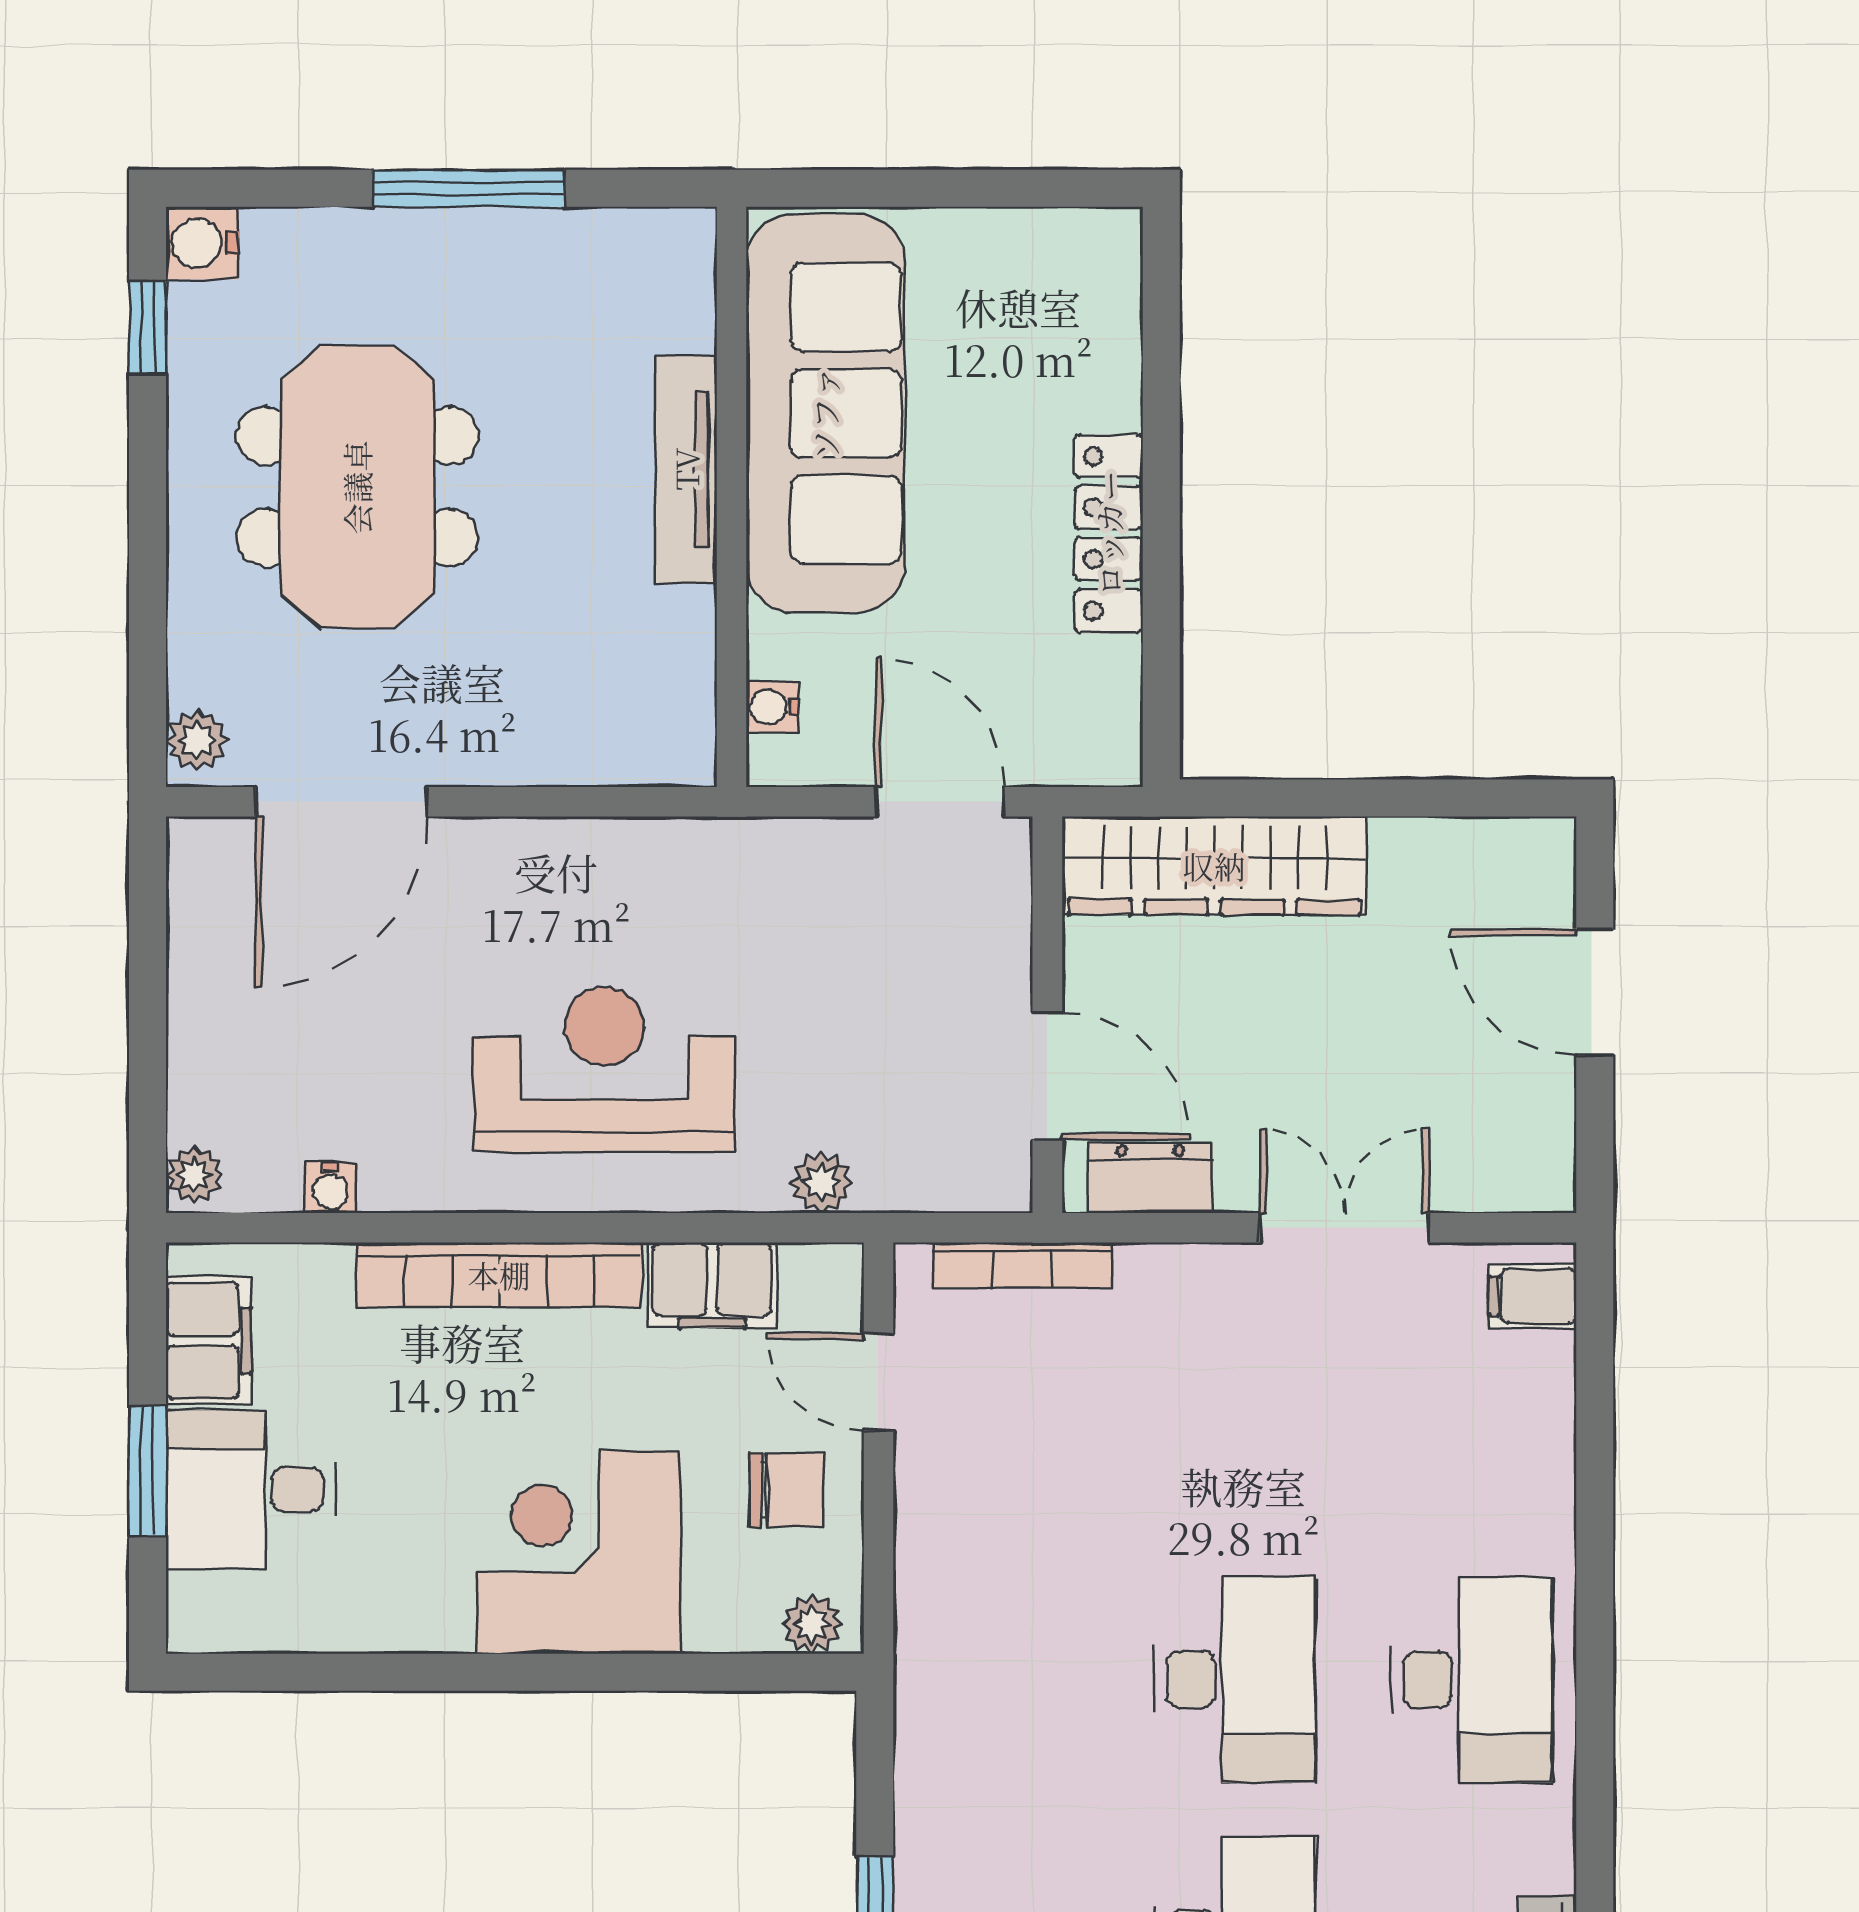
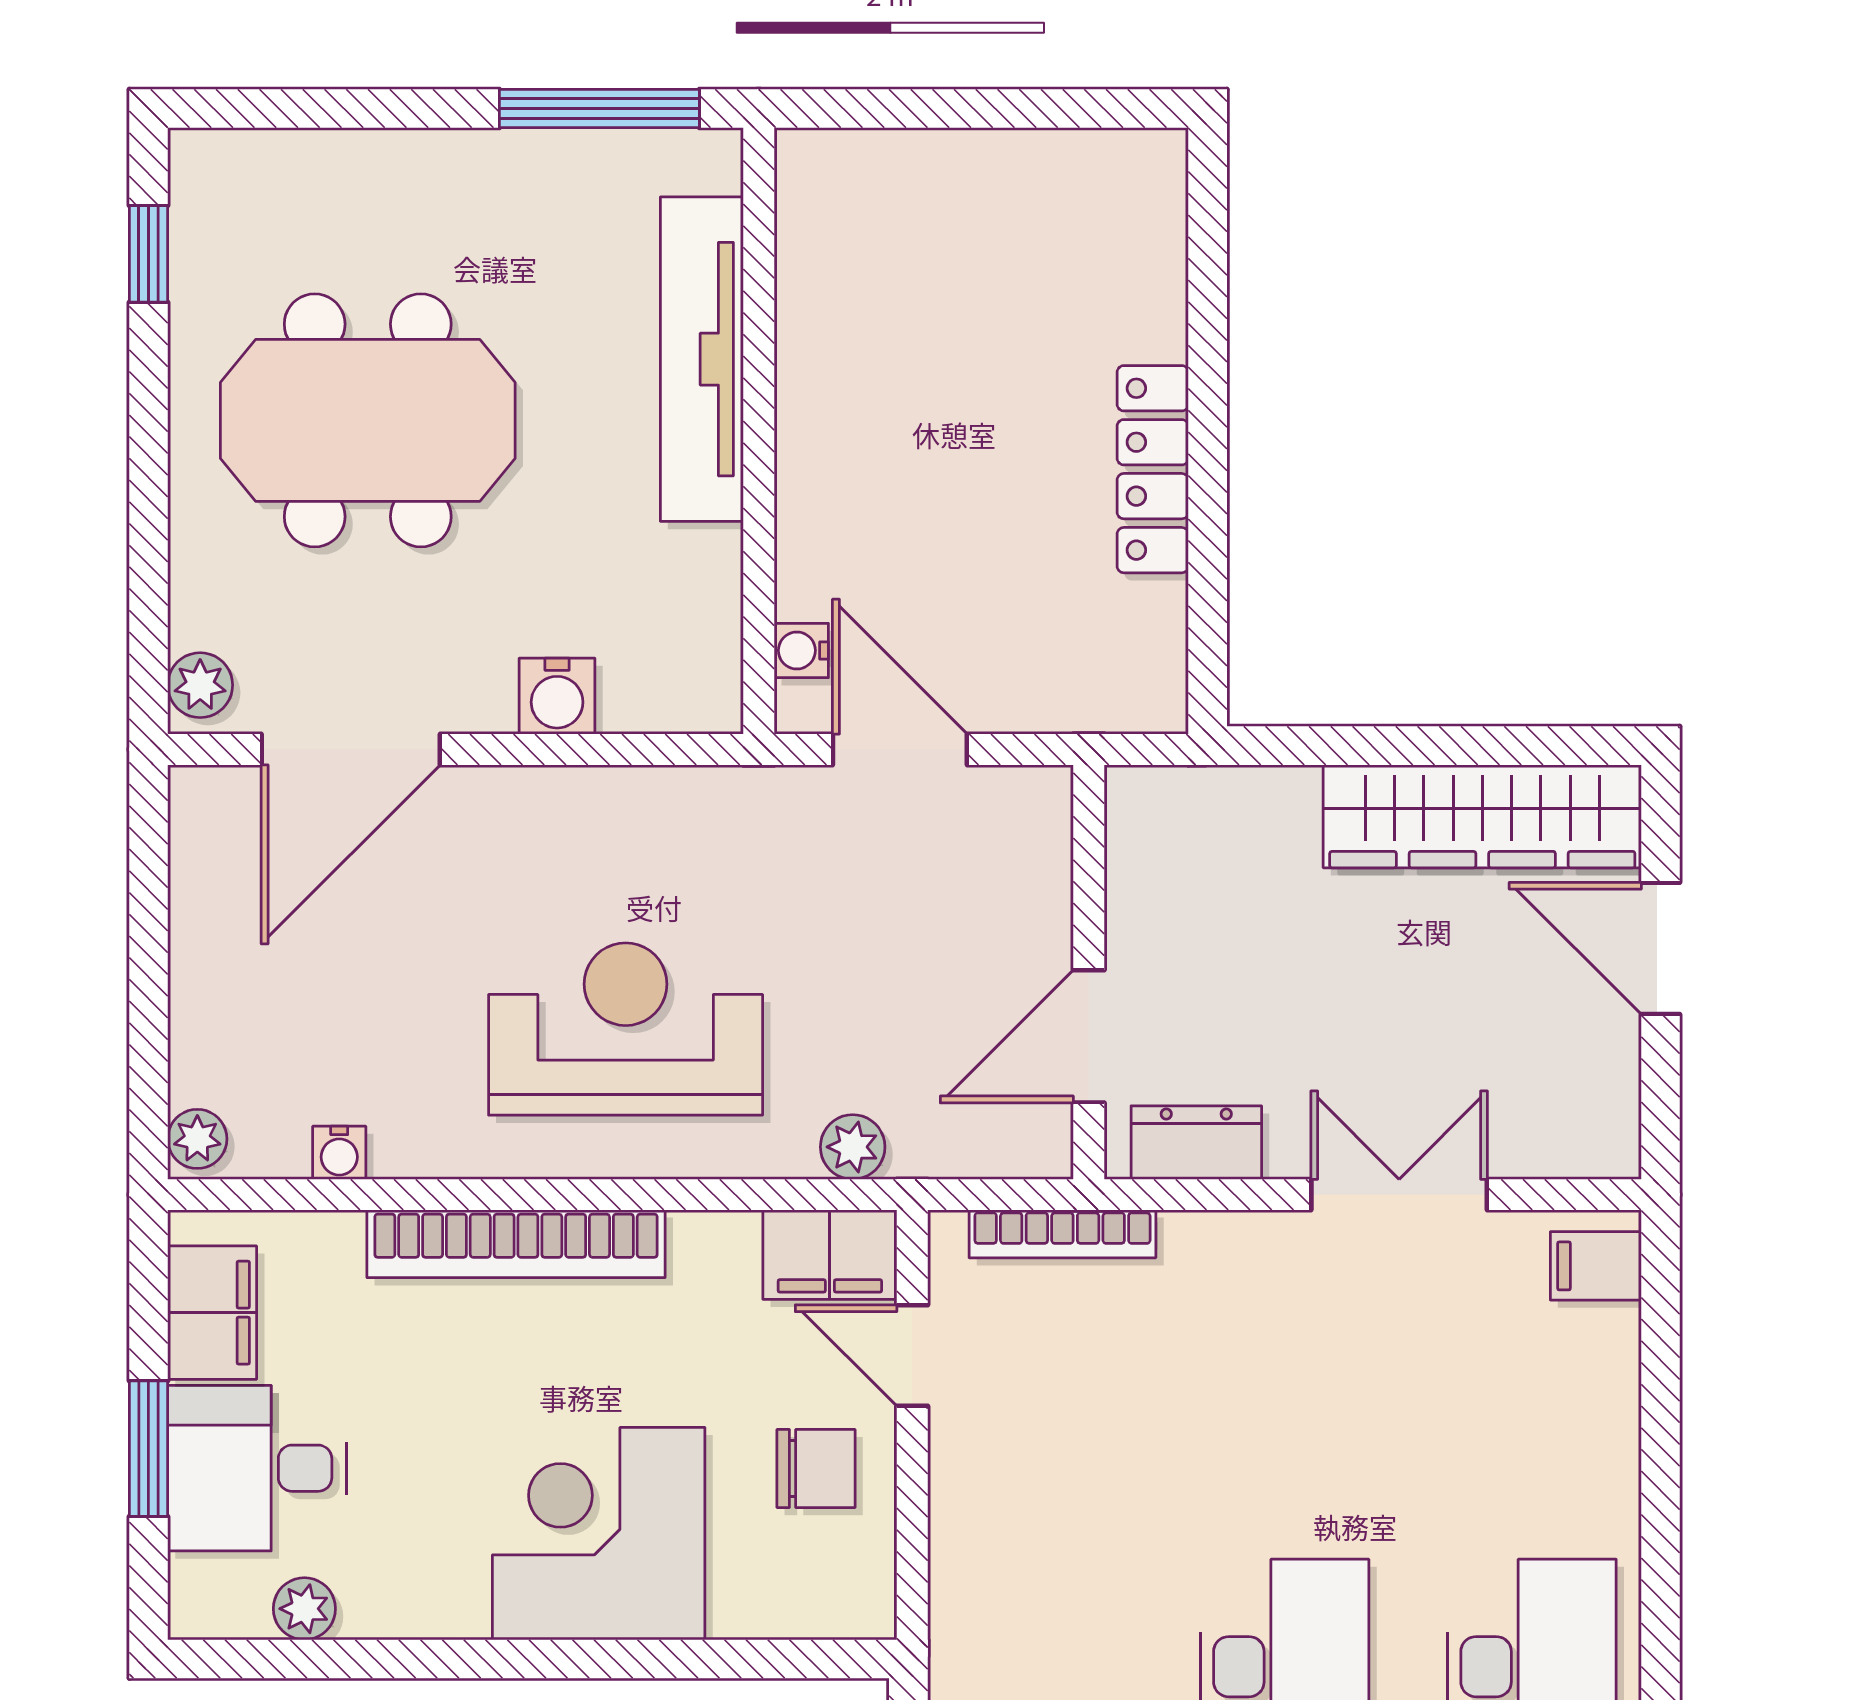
window: (468, 188) -> (599, 109), moved
water cooler: (202, 243) -> (557, 696), moved, turned -90
sofa: (825, 413) -> (857, 344), removed
tv unit: (686, 469) -> (702, 359), width x1.36, depth x1.29
meeting table: (357, 487) -> (368, 420), turned 90
door: (940, 802) -> (900, 749), moved
wardrobe: (1214, 866) -> (1482, 816), moved
door: (1047, 1076) -> (1089, 1036), swing flipped
filing cabinet: (712, 1285) -> (830, 1255), moved
plant: (812, 1624) -> (304, 1609), moved

